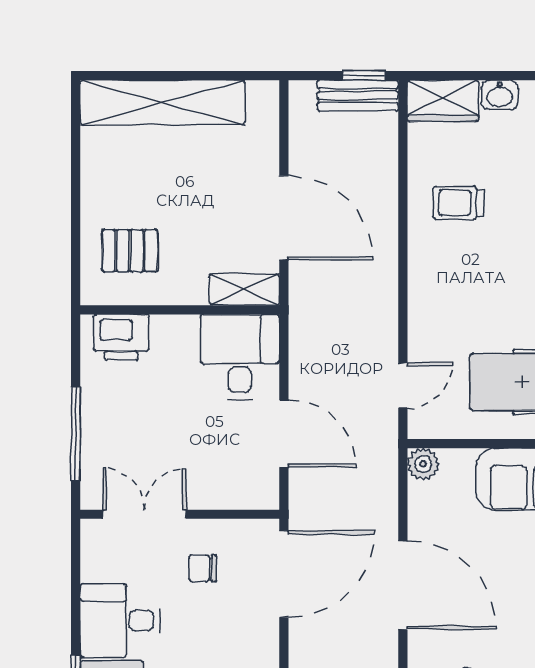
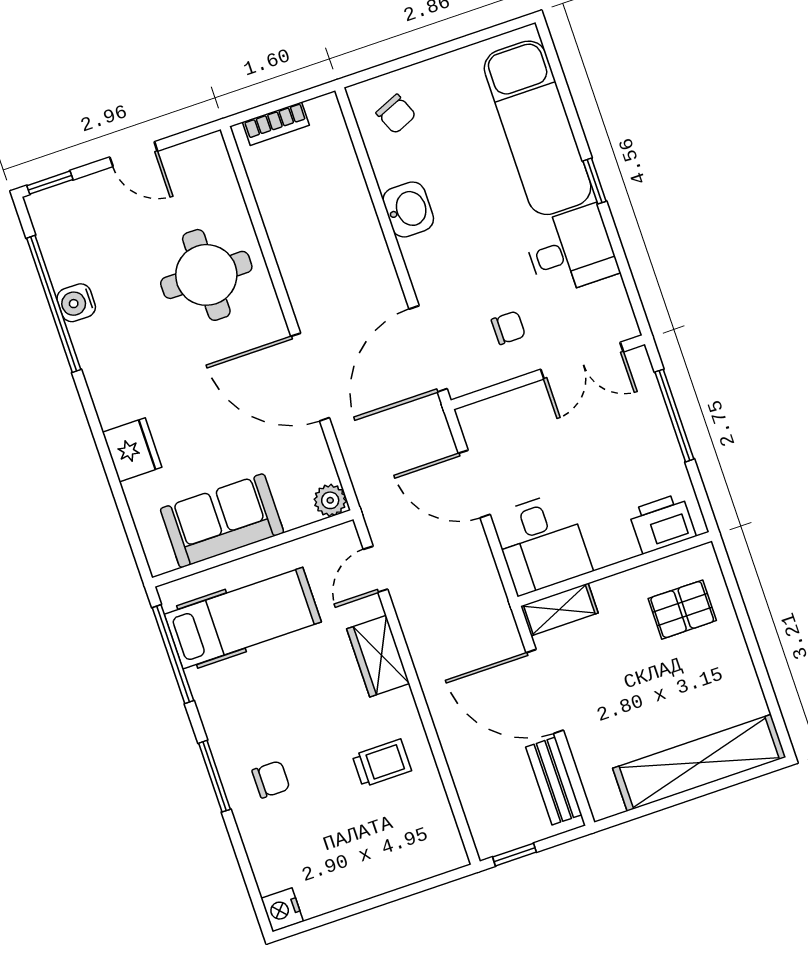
washbasin: (500, 95) -> (377, 880), removed
bench: (358, 96) -> (554, 781), moved, turned 90
wardrobe: (443, 101) -> (378, 656), moved, turned -90

